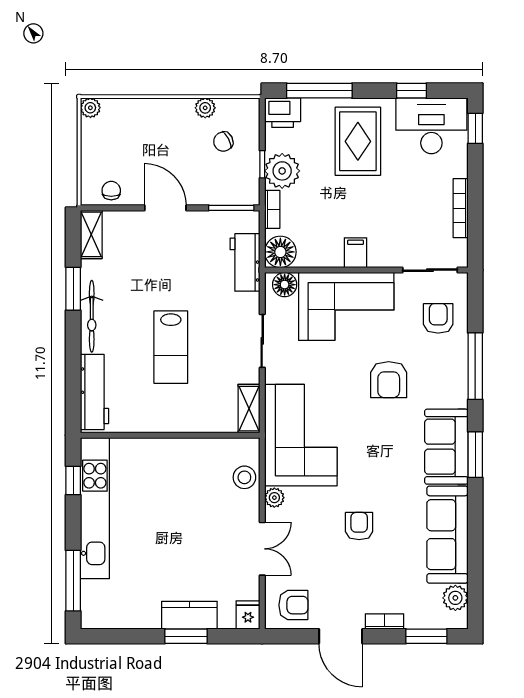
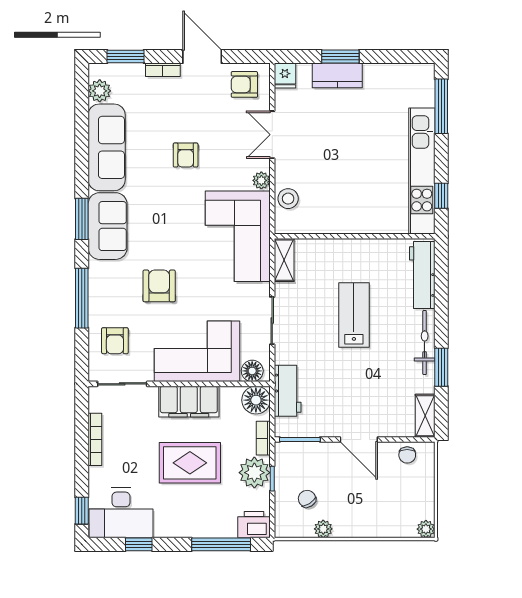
rug: (358, 141) -> (190, 463), moved, turned 90
chair: (223, 142) -> (307, 499), turned -96
filing cabinet: (356, 253) -> (189, 402), width x3.00, depth x1.17

